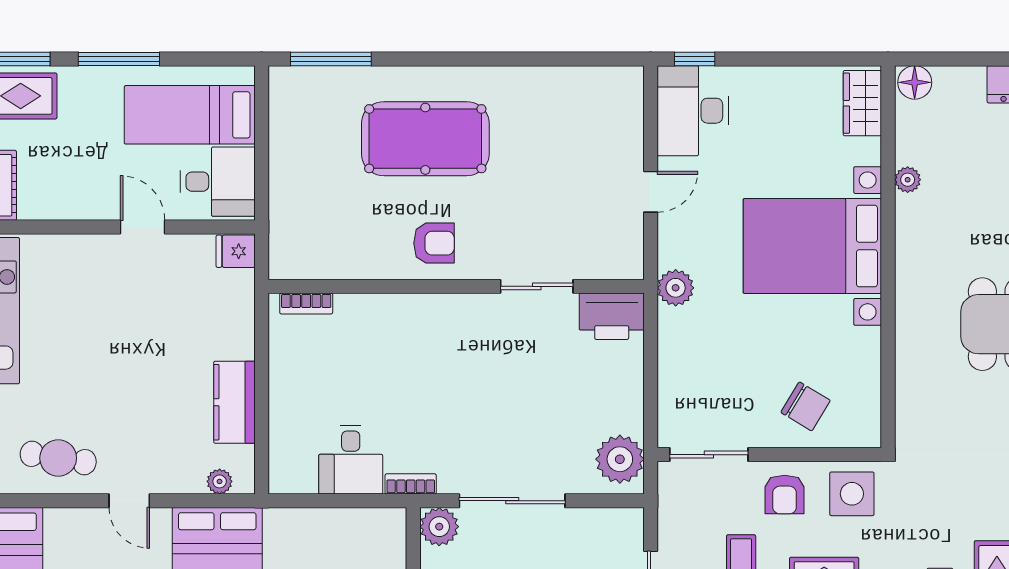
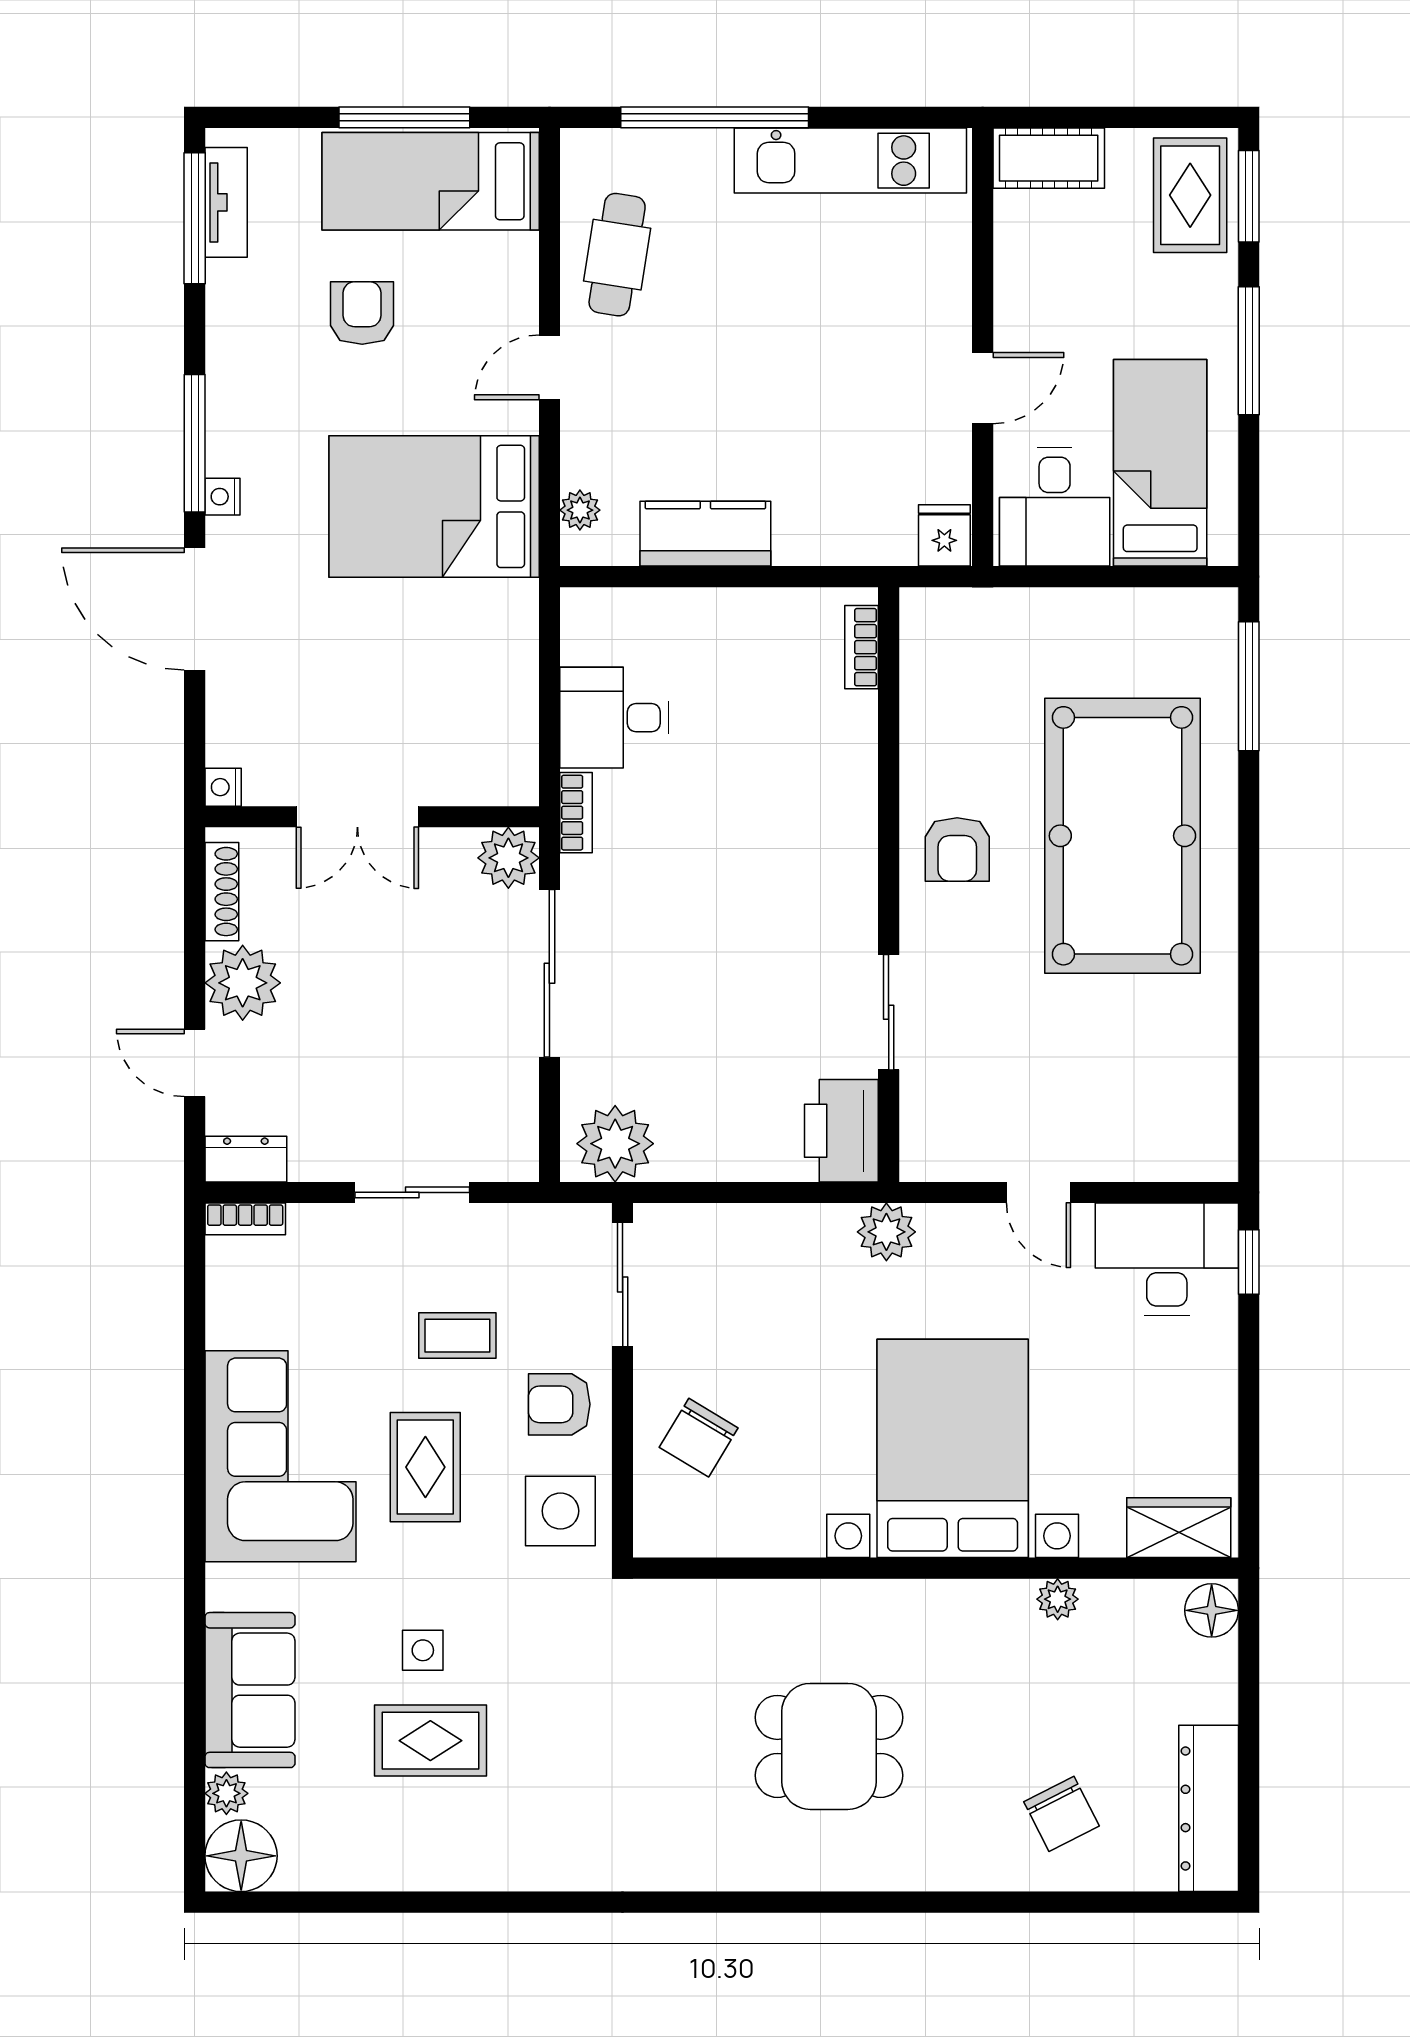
pool table: (425, 139) -> (1122, 836), width x1.36, depth x1.32

